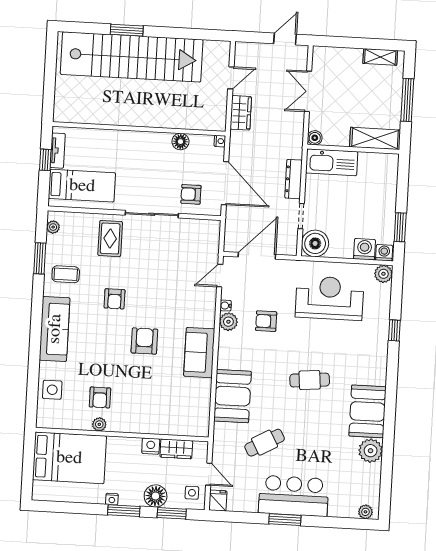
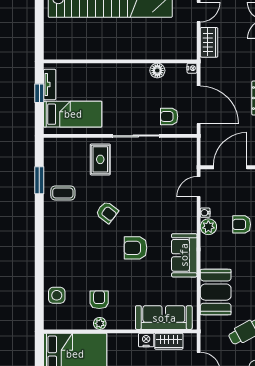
plant: (53, 227) -> (49, 152), removed
armchair: (115, 299) -> (107, 212), turned -52
sofa: (55, 329) -> (164, 318), moved, turned -90
armchair: (144, 341) -> (135, 248), turned -90
armchair: (100, 397) -> (99, 300), turned 180

